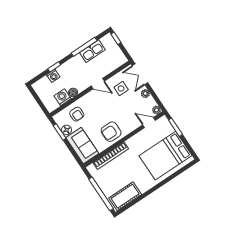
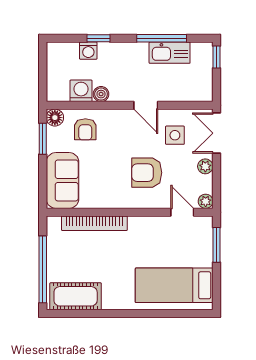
floor lamp: (67, 130) -> (55, 118), moved
armchair: (111, 132) -> (147, 173), moved
bed: (166, 156) -> (174, 285), width x0.67

